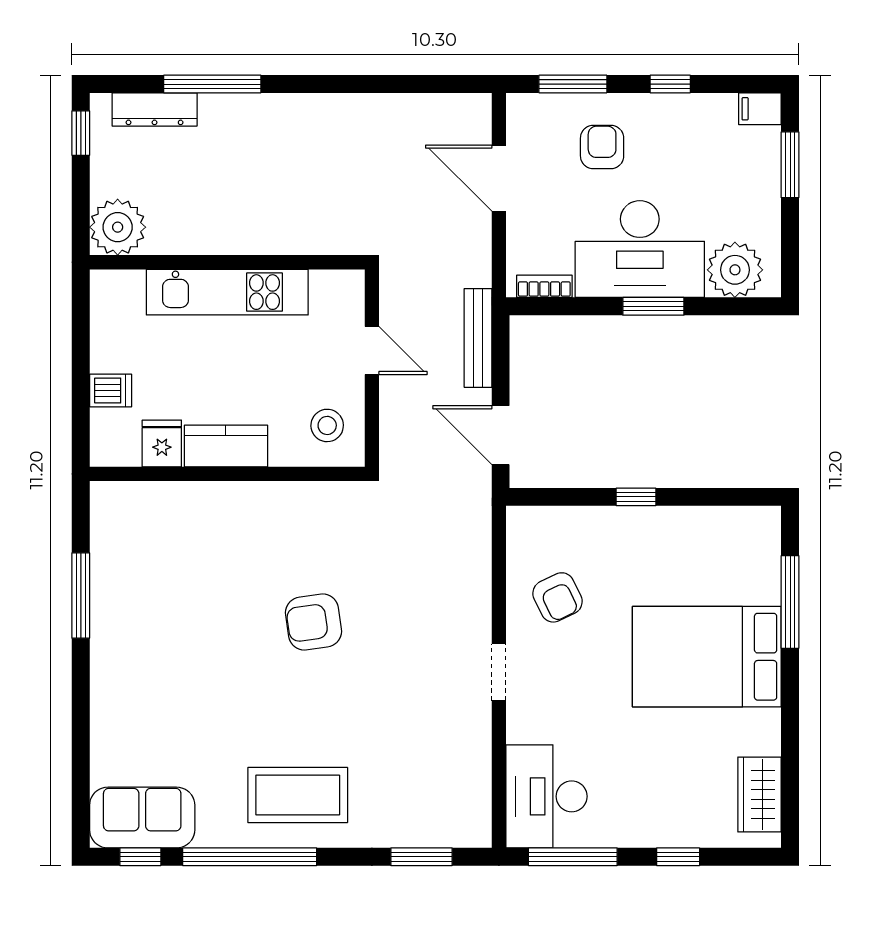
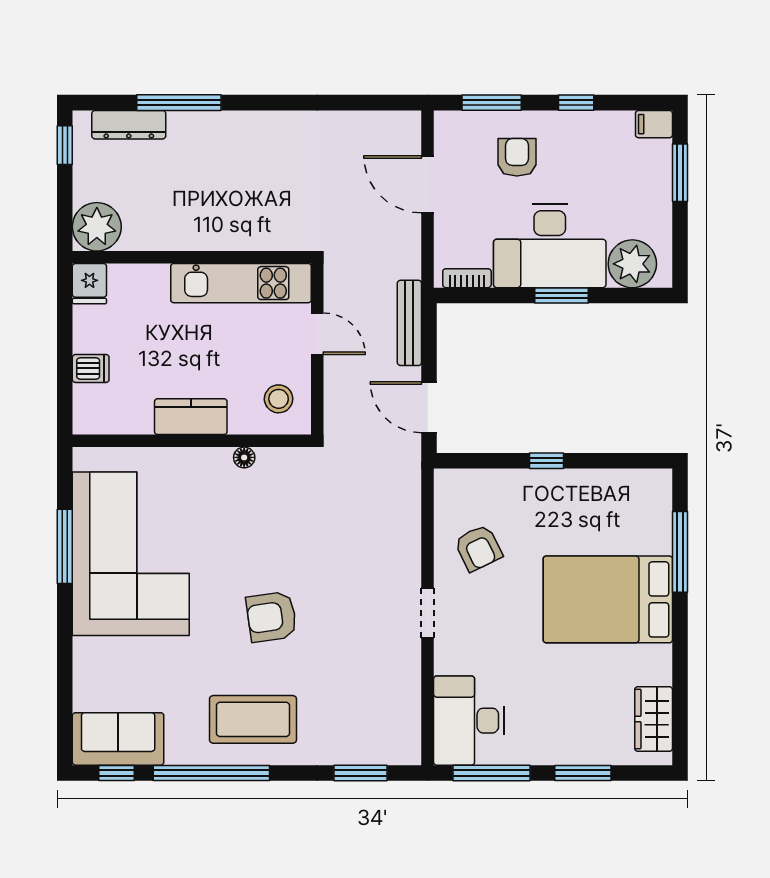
kitchen unit: (227, 292) -> (241, 283), moved
fridge: (162, 443) -> (89, 284), moved, turned 180
floor lamp: (288, 493) -> (244, 457), added
corner sofa: (157, 604) -> (131, 554), added
armchair: (314, 622) -> (271, 617), moved
window: (678, 857) -> (583, 773), width x1.50

